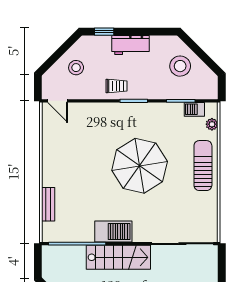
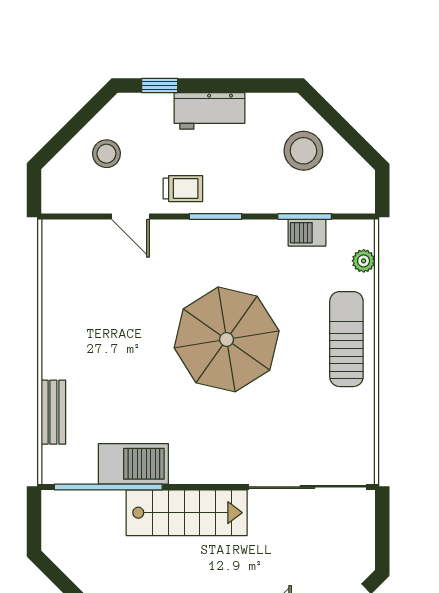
door: (58, 101) -> (130, 216), moved
barbecue: (194, 109) -> (307, 233), moved
barbecue: (113, 231) -> (133, 464), moved

